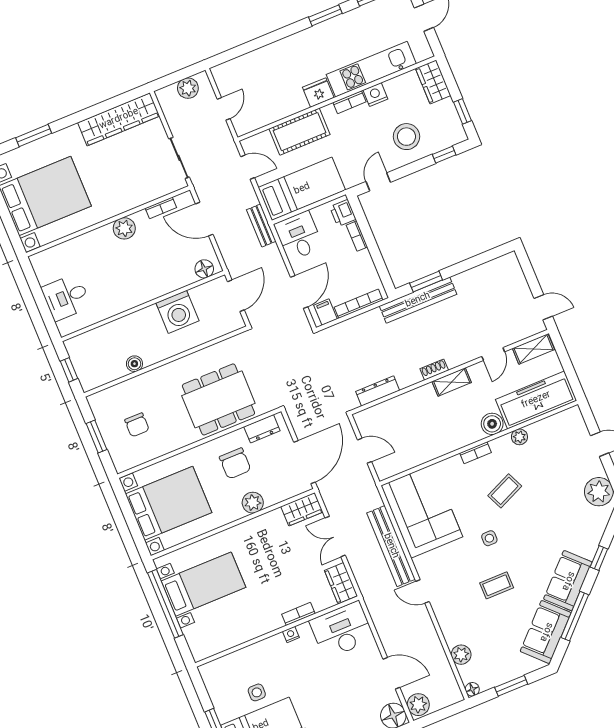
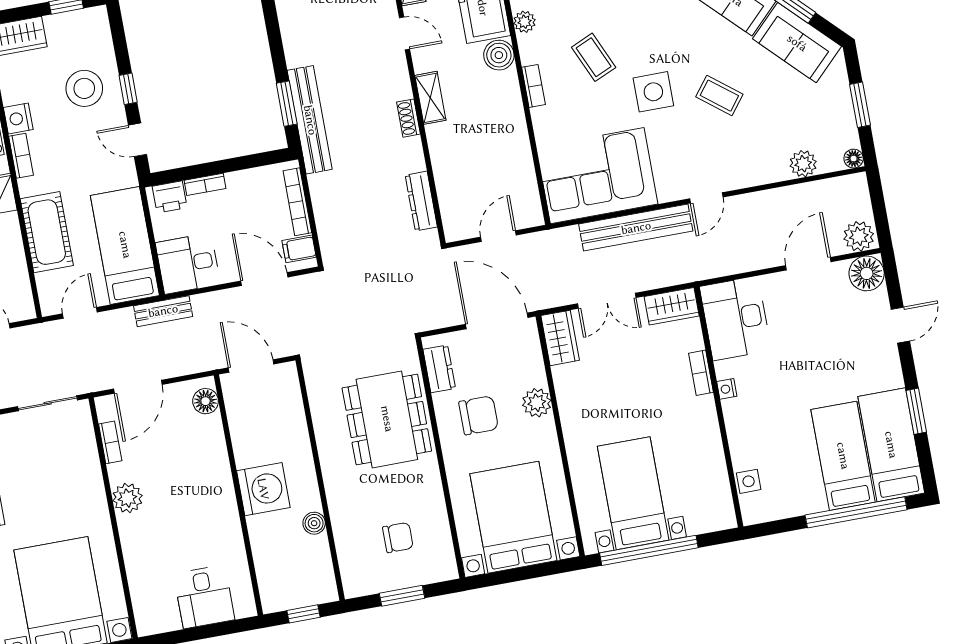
window: (444, 155) -> (128, 89), moved
washing machine: (177, 312) -> (263, 489), moved
side table: (489, 538) -> (653, 92), width x1.87, depth x1.87
coffee table: (497, 585) -> (719, 96), turned -52
side table: (257, 692) -> (749, 481), moved

